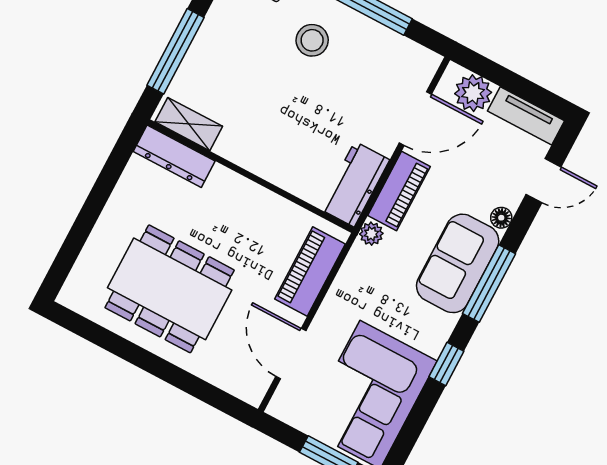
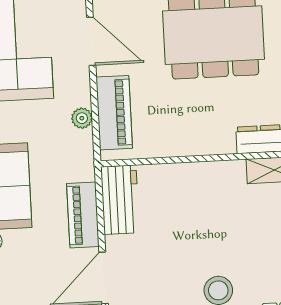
plant: (371, 234) -> (82, 118), moved

